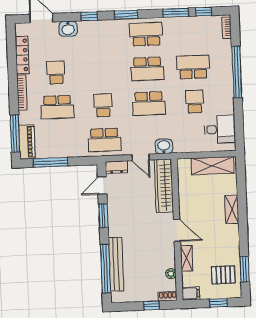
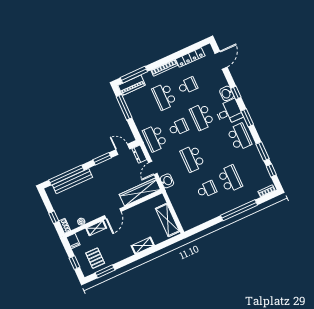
washbasin: (68, 29) -> (227, 93), moved
school desk: (147, 69) -> (202, 117), moved
desk: (220, 129) -> (229, 112), moved, turned -90

